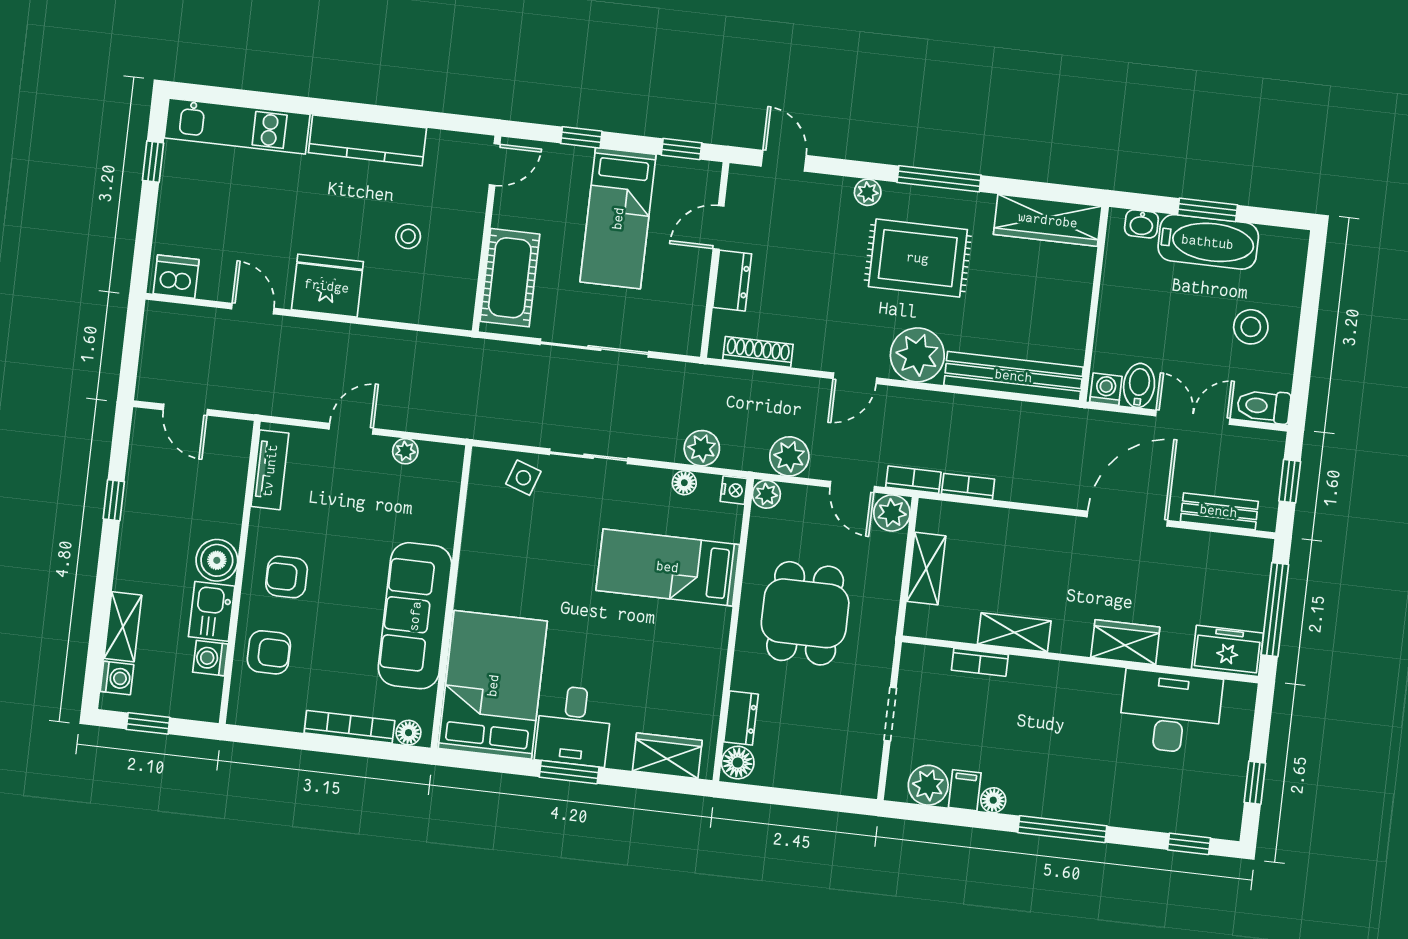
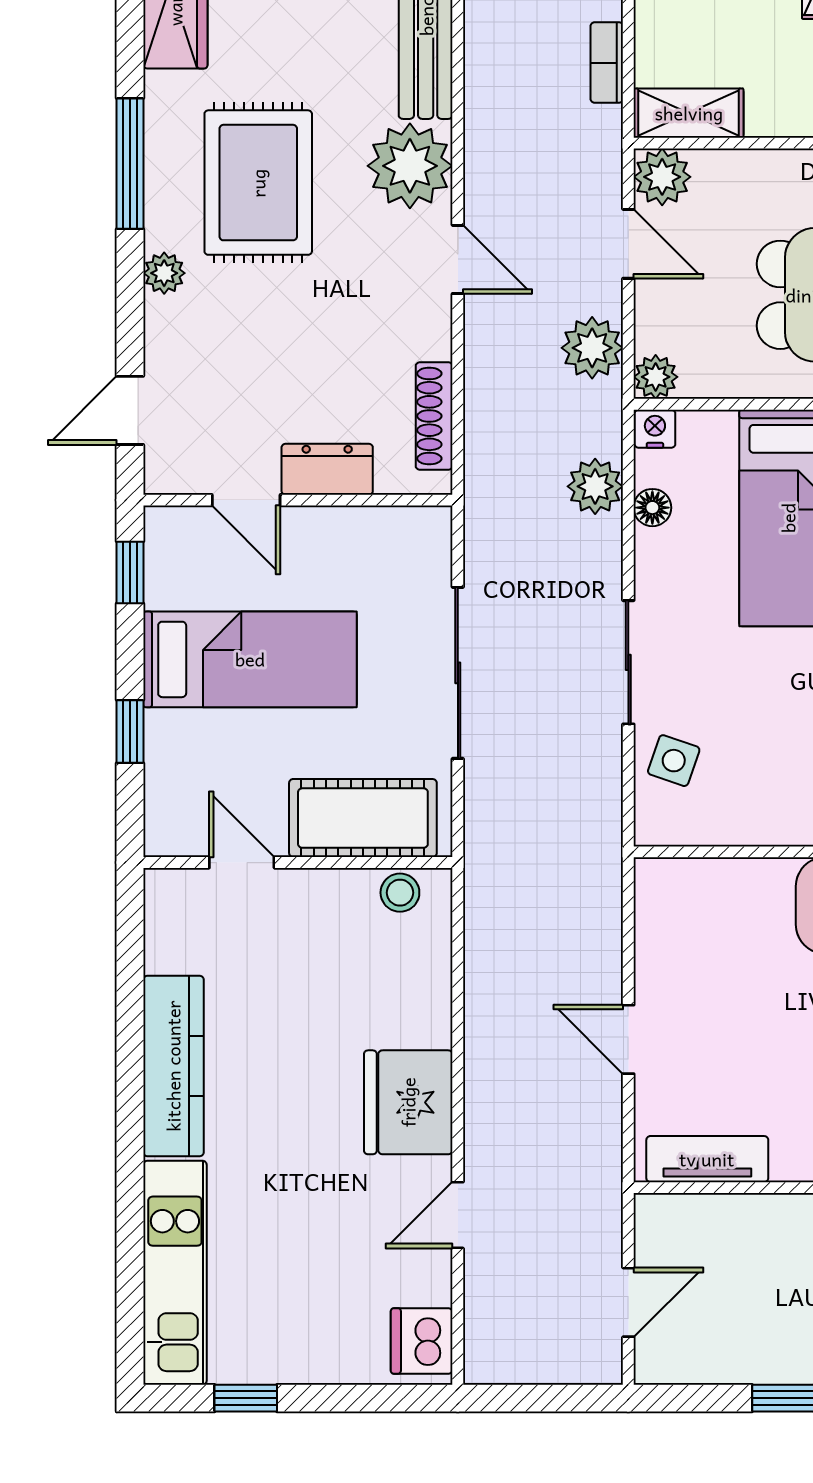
door: (495, 165) -> (242, 863), moved
stool: (408, 236) -> (400, 893), moved
plant: (405, 451) -> (654, 950), removed
bookcase: (913, 480) -> (606, 149), removed
door: (852, 487) -> (628, 244), hinge flipped
shelving: (926, 569) -> (689, 113), moved

